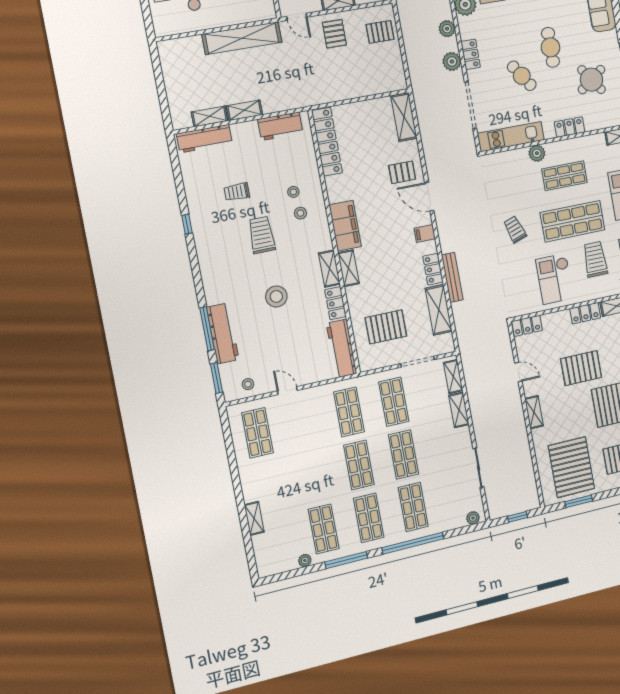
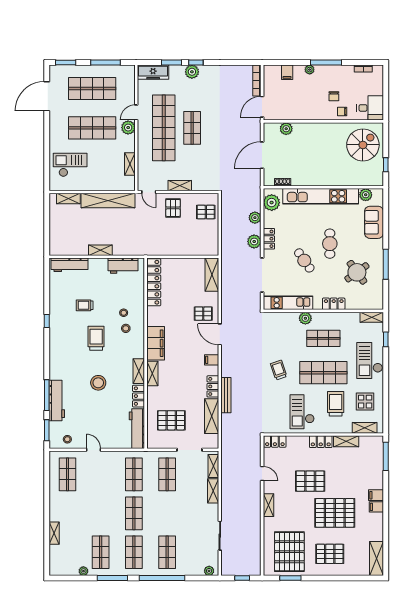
shelving: (210, 116) -> (68, 198), moved
shop shelf: (403, 454) -> (167, 513), removed

